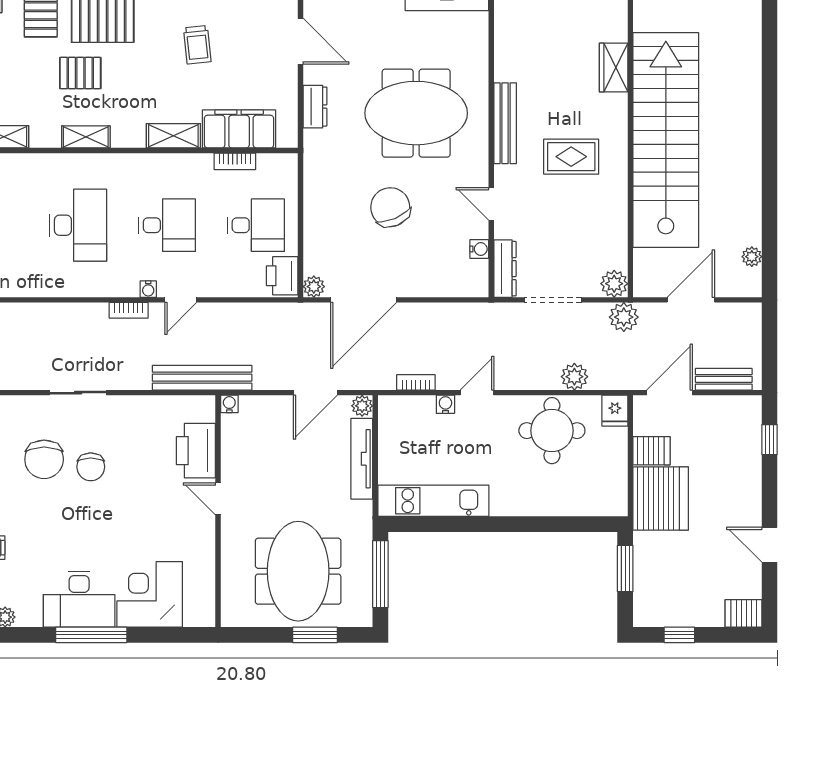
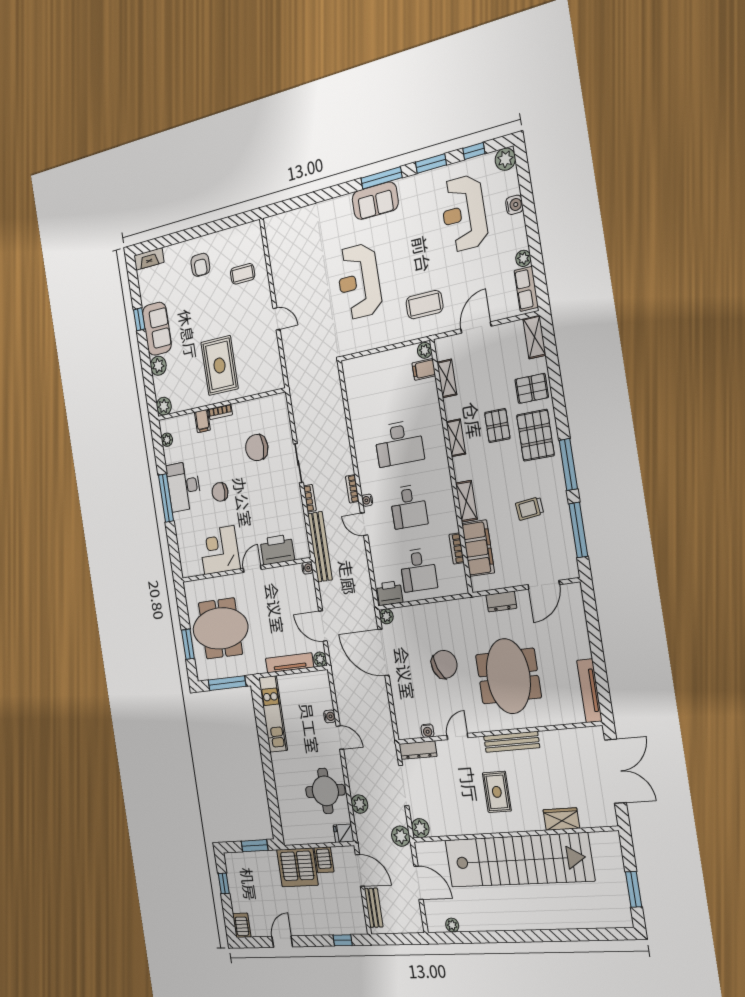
bookcase: (416, 382) -> (310, 498), moved
chair: (91, 467) -> (220, 492), moved
corner desk: (150, 594) -> (219, 550), moved, turned -90

